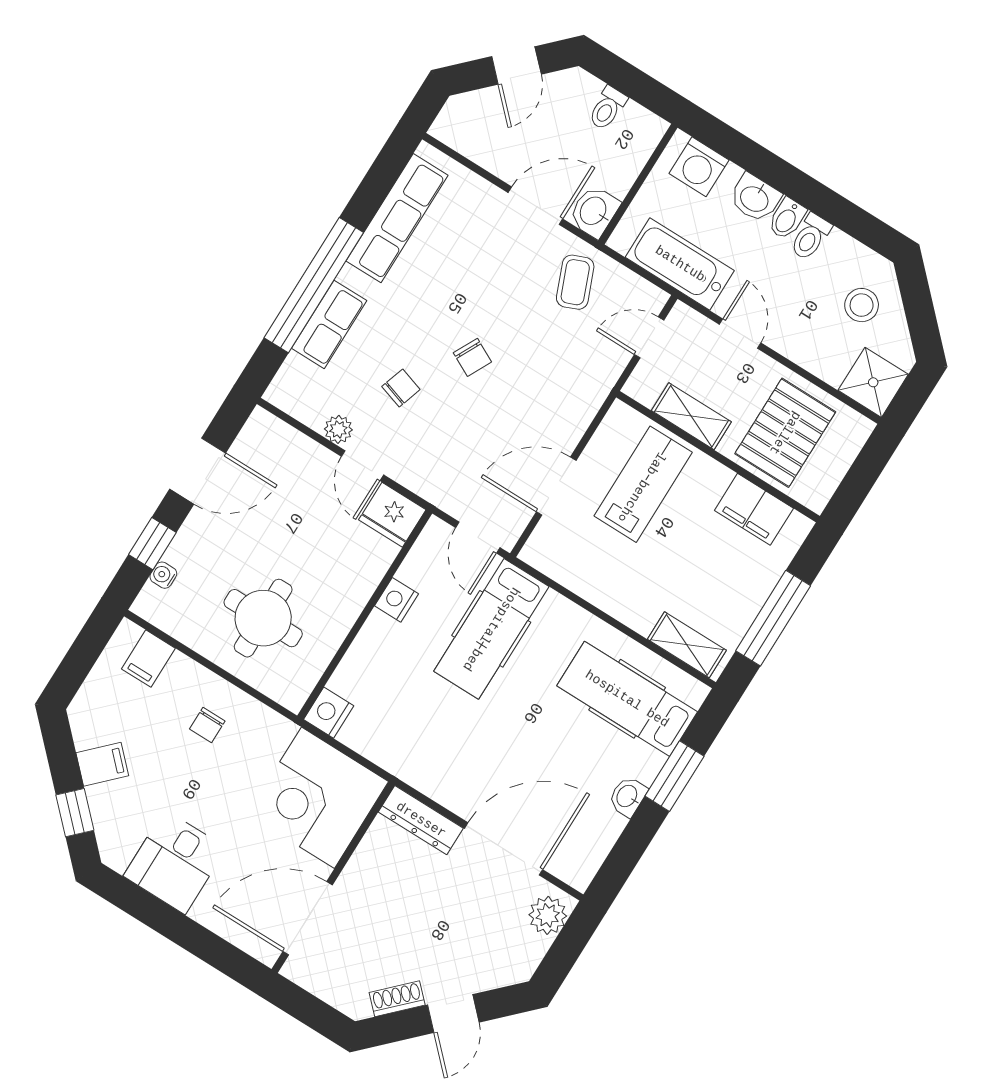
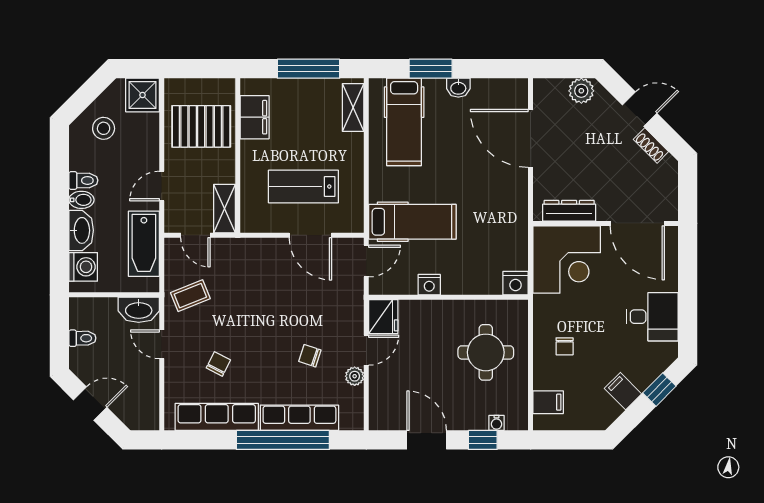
washbasin: (755, 198) -> (81, 230), width x1.38
door: (535, 206) -> (162, 344), width x0.73
washbasin: (594, 211) -> (139, 310), width x1.38
row of seats: (329, 324) -> (299, 418), width x1.48
chair: (472, 357) -> (218, 364), moved
shelving: (691, 416) -> (225, 209), moved
lab bench: (643, 484) -> (303, 186), moved
chair: (207, 725) -> (565, 346), turned 90
dresser: (421, 820) -> (569, 211), moved, turned -90
plant: (548, 915) -> (581, 91), moved

